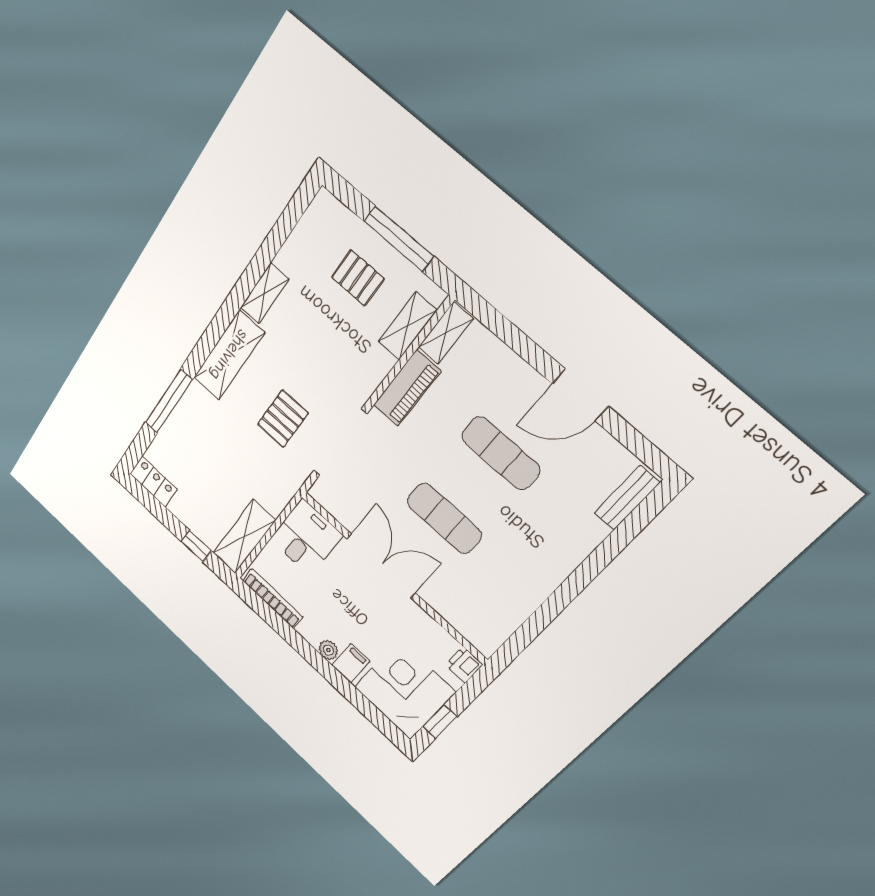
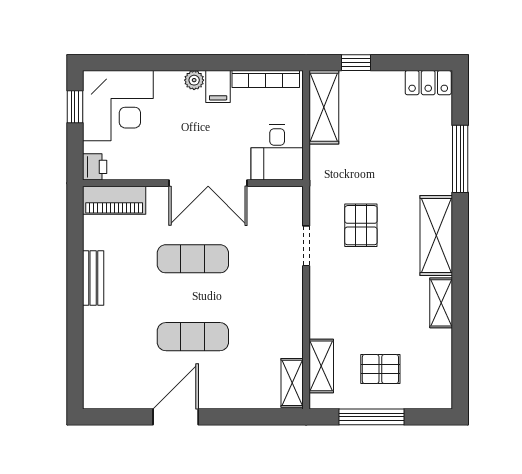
piano: (407, 388) -> (114, 200), moved, turned -90
doorway: (340, 442) -> (306, 246), width x0.53
bench: (627, 498) -> (93, 278), moved
filing cabinet: (351, 663) -> (218, 87), moved

